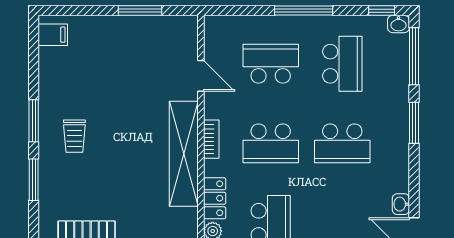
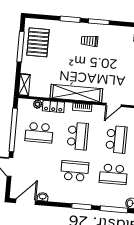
school desk: (271, 143) -> (78, 136), turned 180
school desk: (342, 143) -> (75, 171), turned 90

